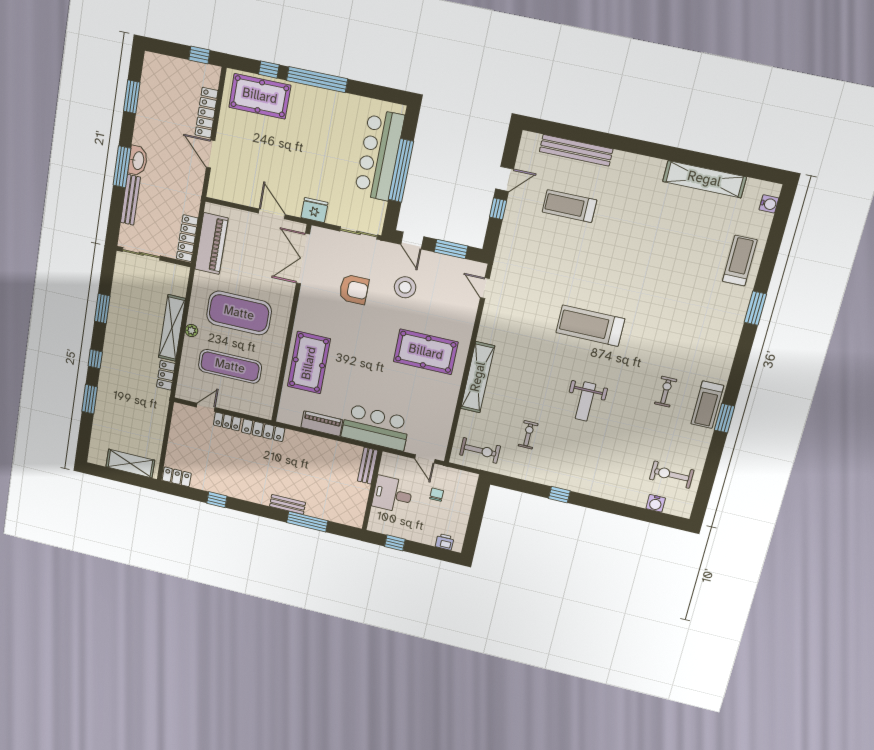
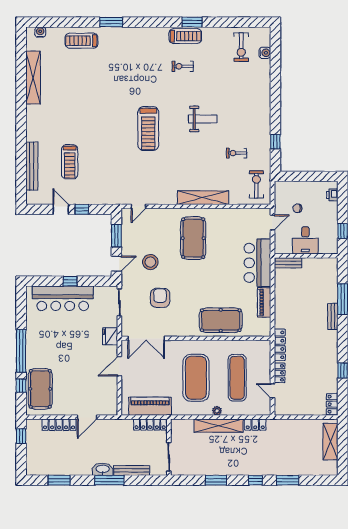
window: (401, 171) -> (70, 281), width x0.32
window: (559, 495) -> (275, 142), moved

